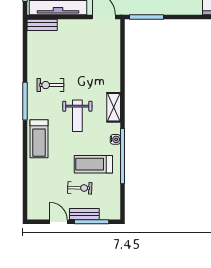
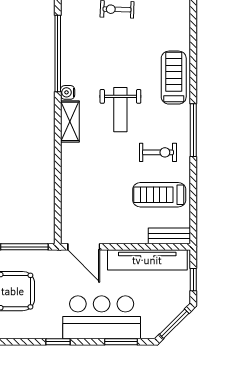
weight bench: (77, 116) -> (120, 110), turned 180
water cooler: (115, 139) -> (68, 92), moved
treadmill: (93, 164) -> (159, 195), moved, turned 180

